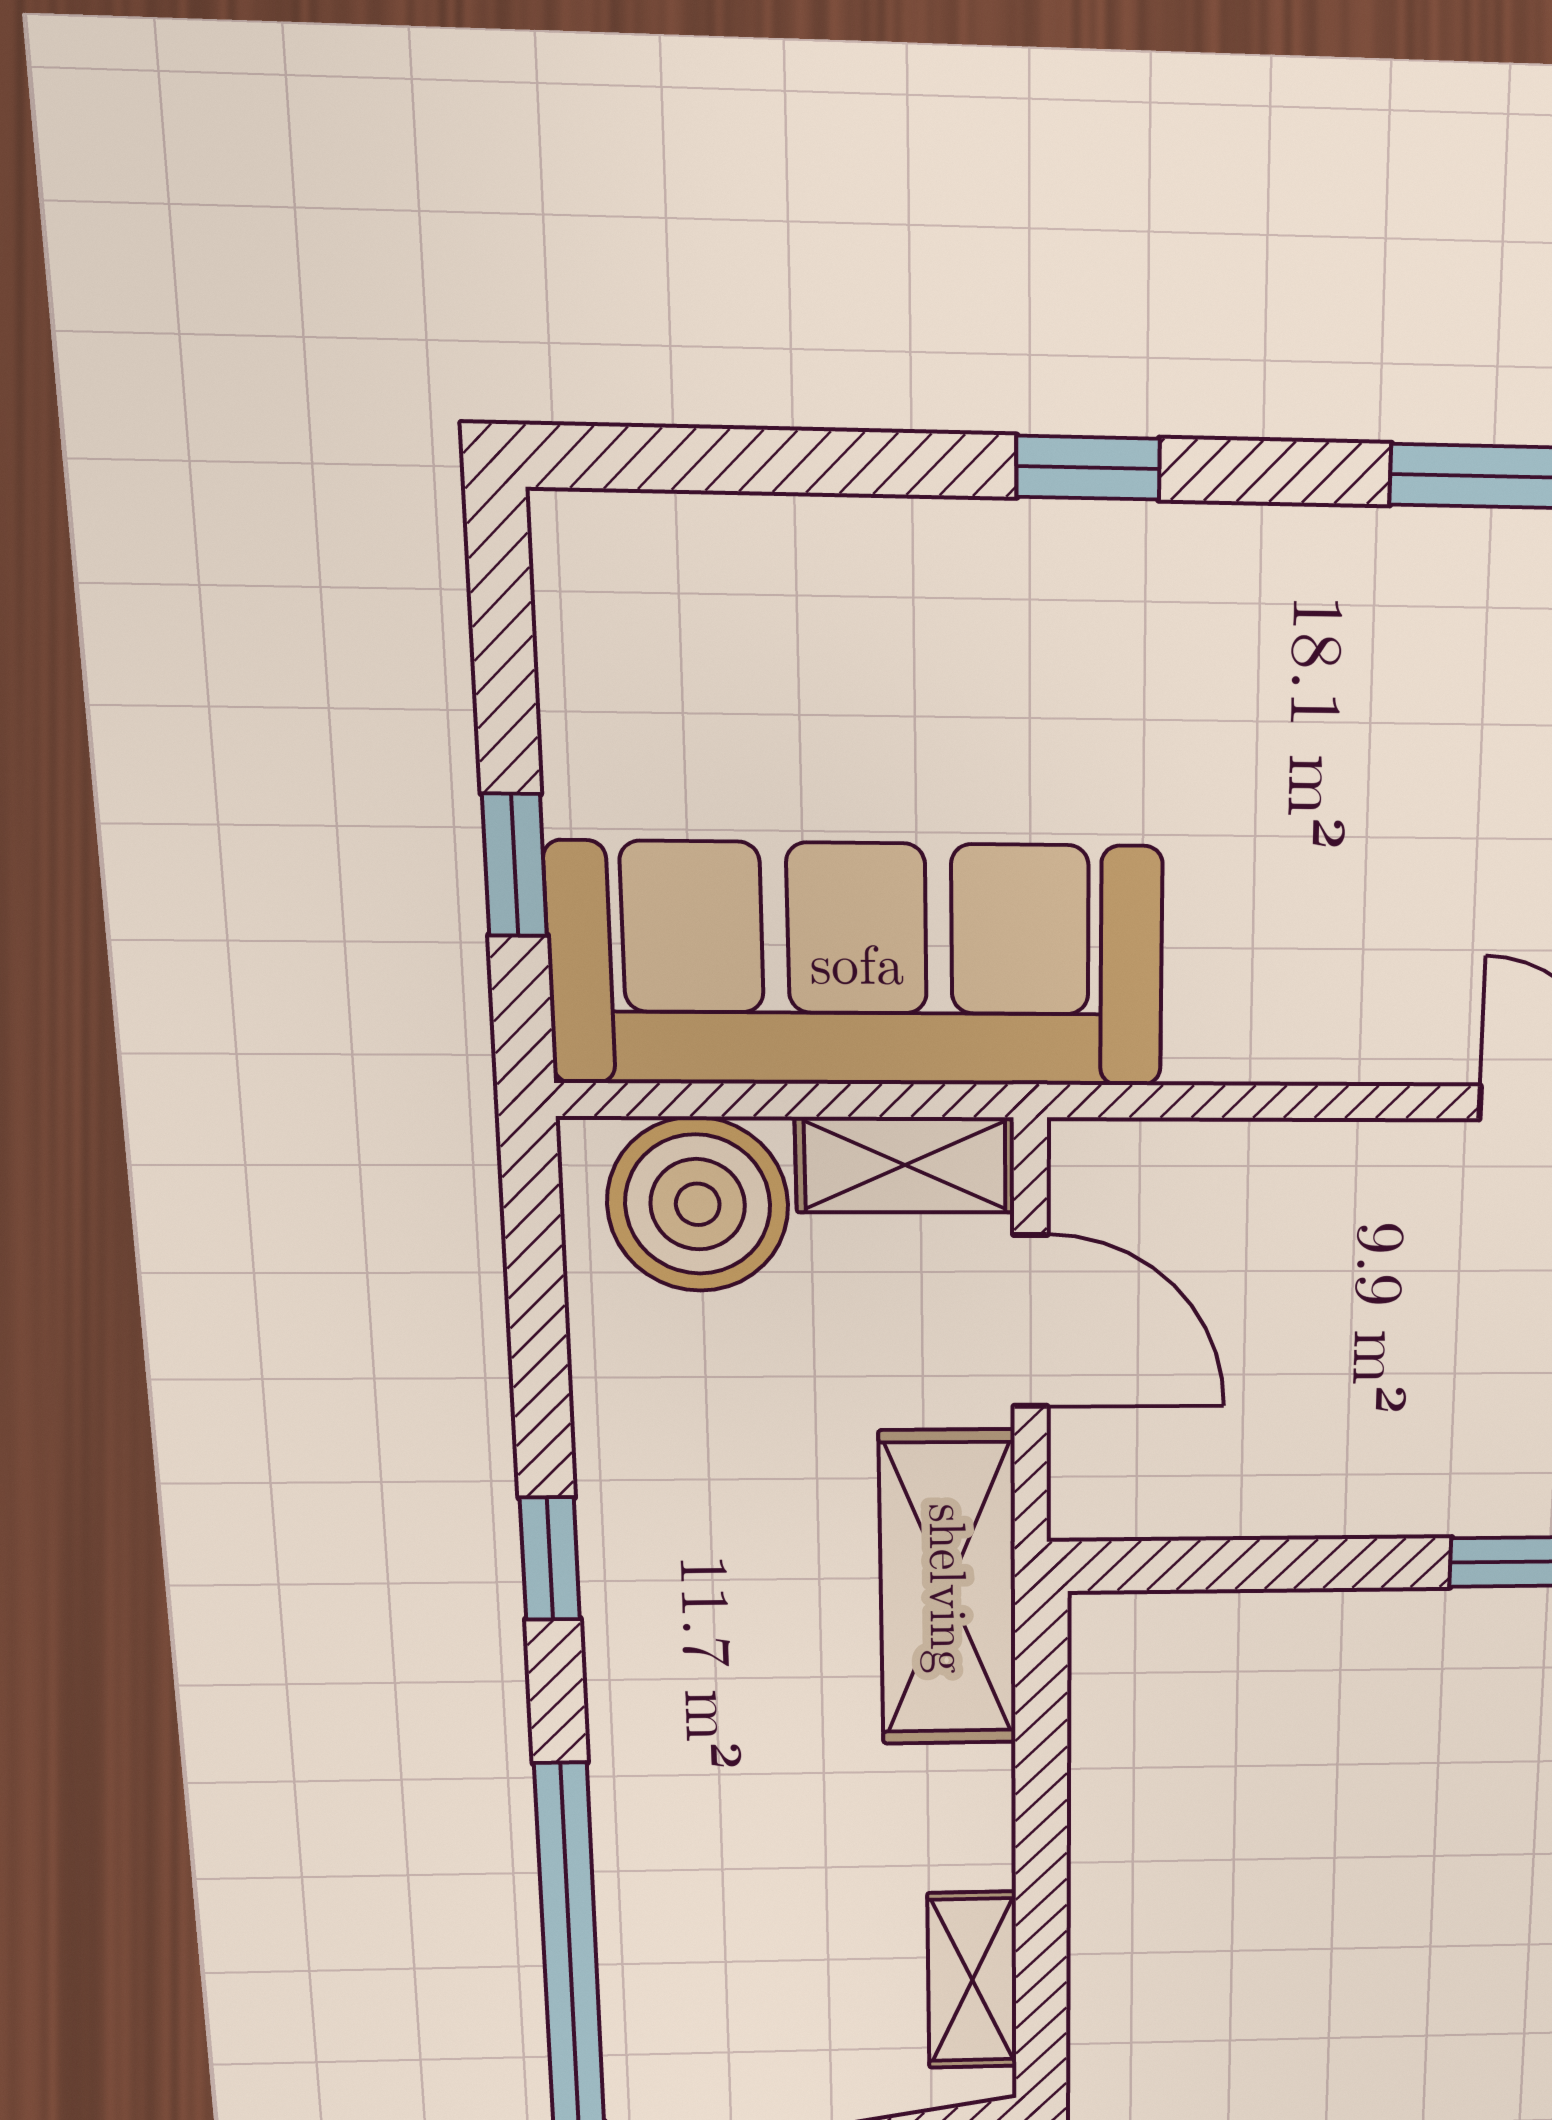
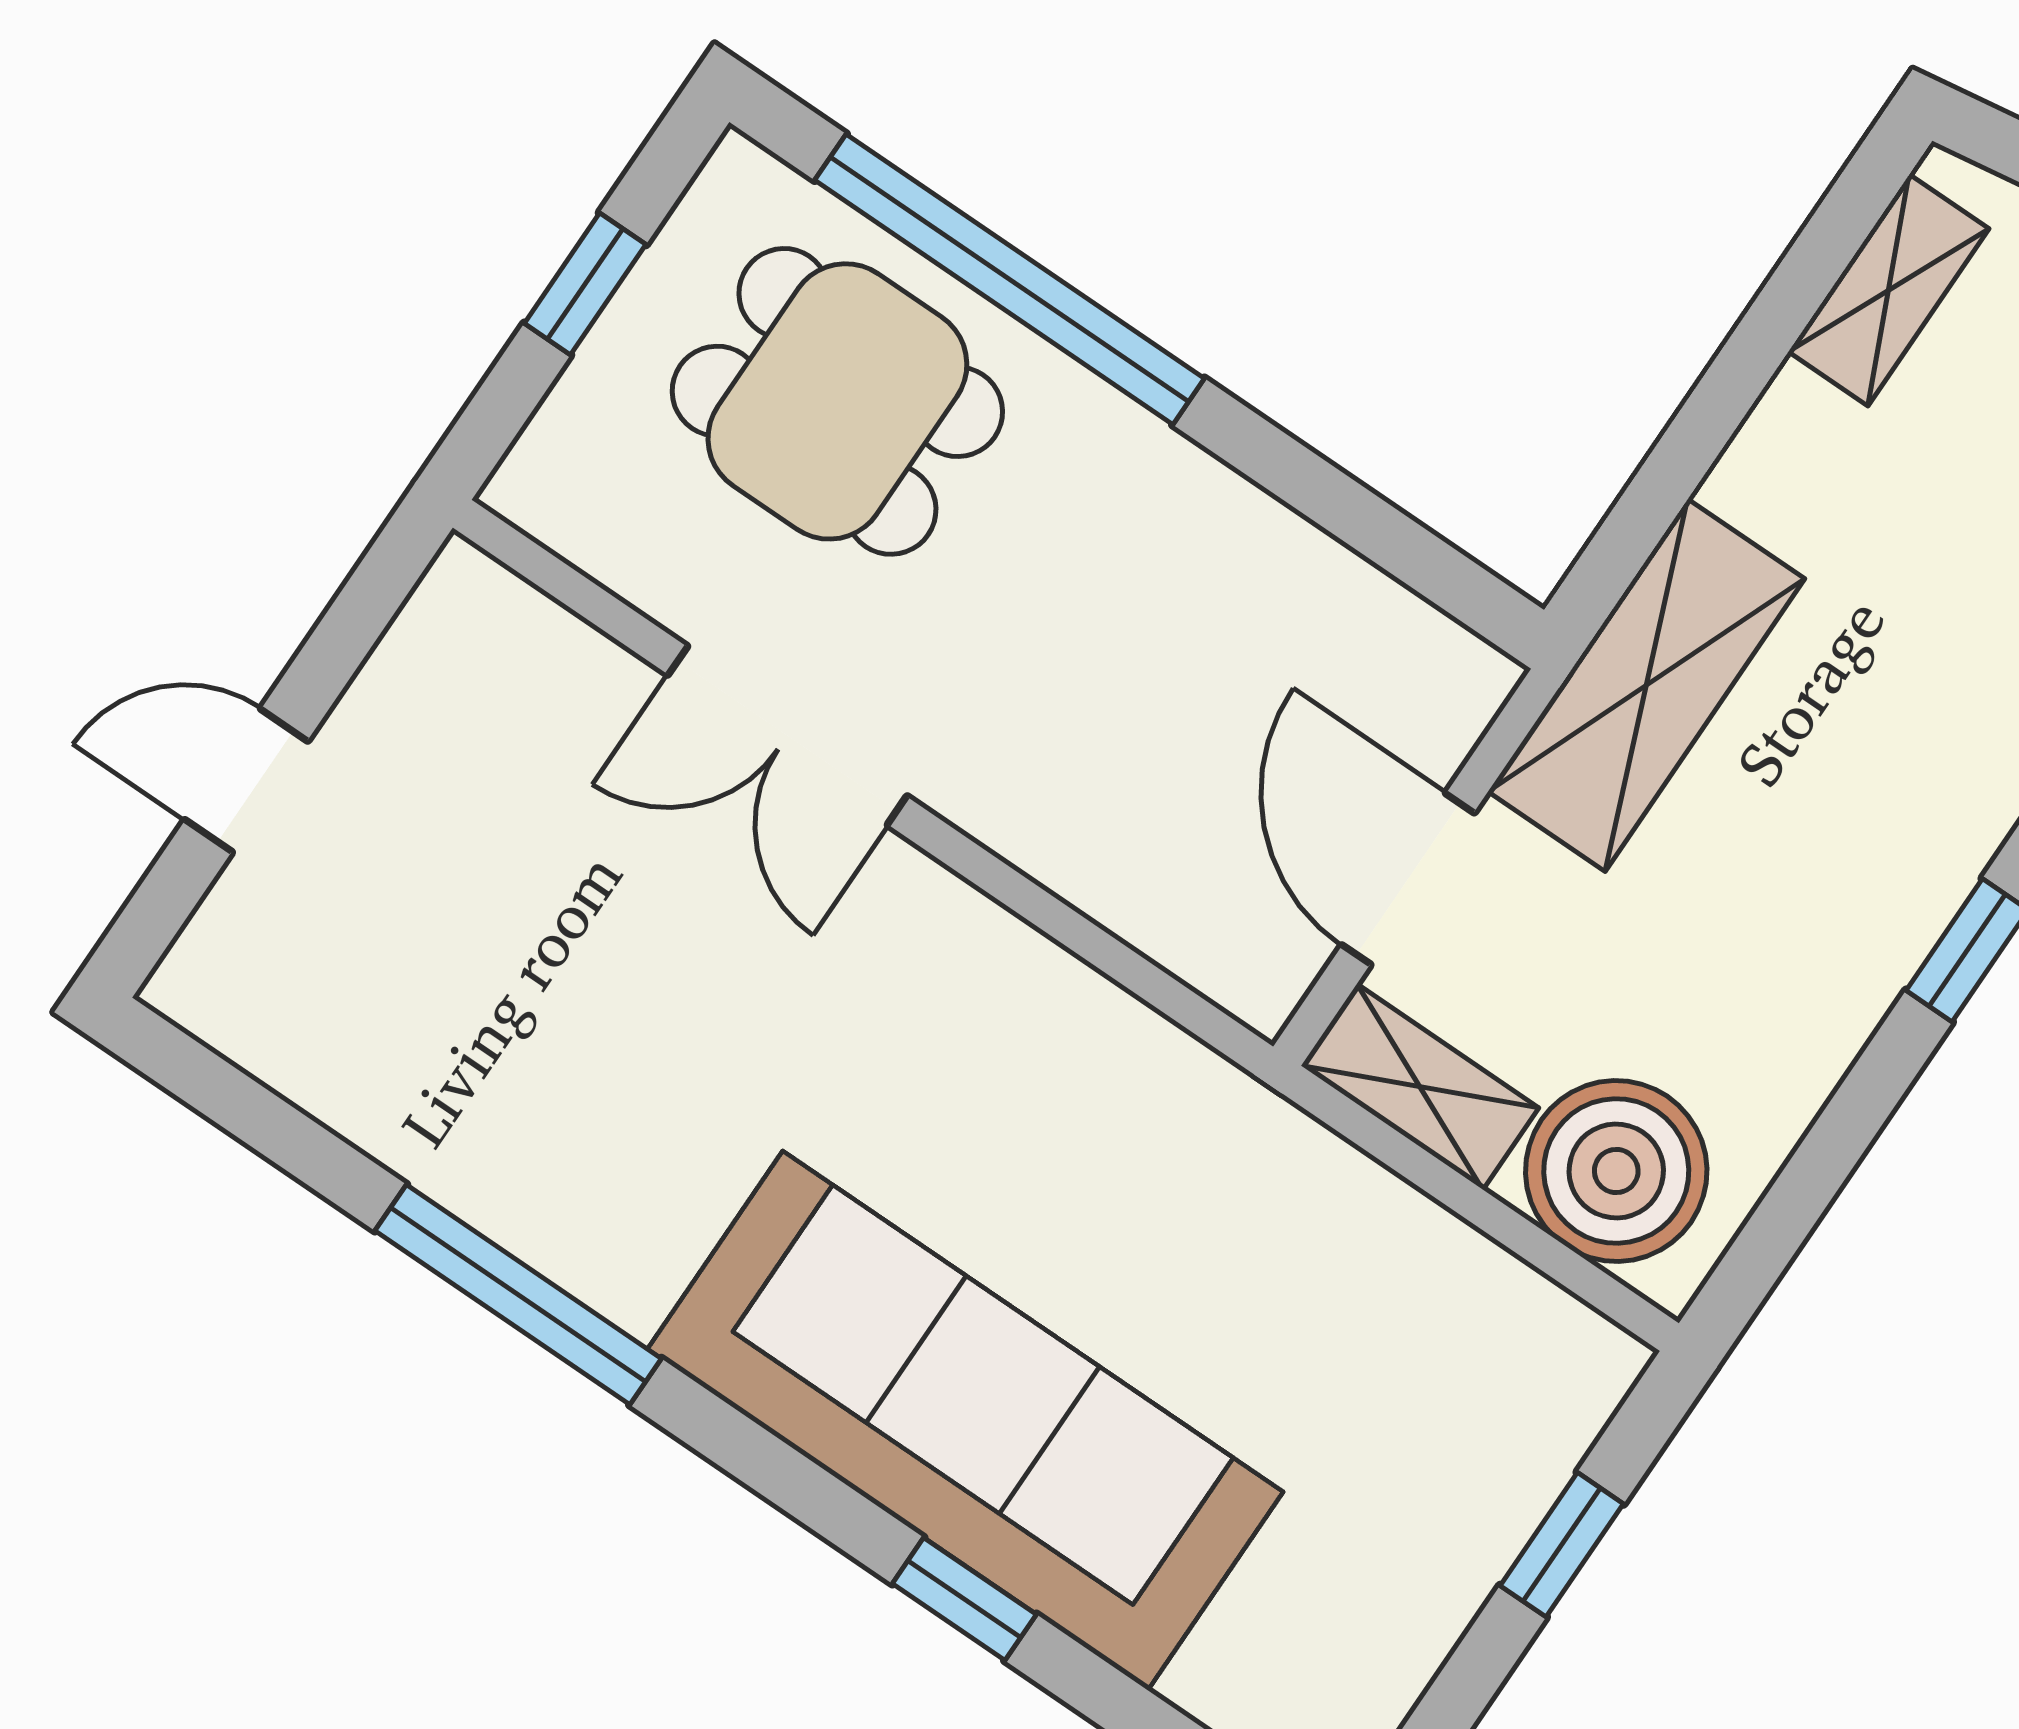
window: (1088, 468) -> (964, 1599), moved
sofa: (857, 965) -> (965, 1420), moved, turned 180

